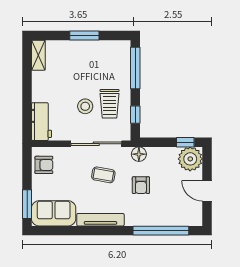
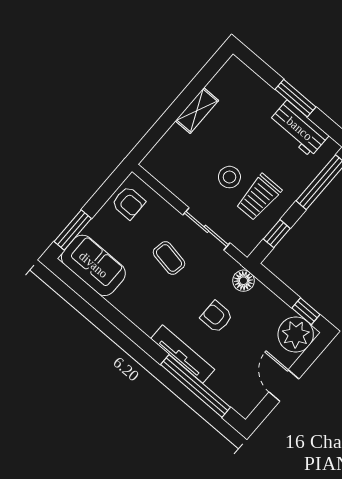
shelving: (38, 55) -> (197, 111), moved
workbench: (41, 122) -> (299, 129), moved, turned 90
sliding door: (96, 144) -> (206, 229), width x0.73
coffee table: (103, 175) -> (169, 258), moved
armchair: (141, 185) -> (216, 317), turned 90
tv unit: (100, 220) -> (183, 354), moved

